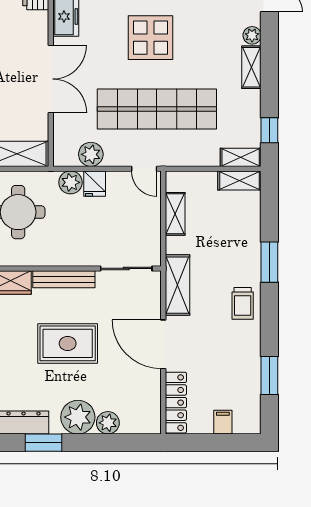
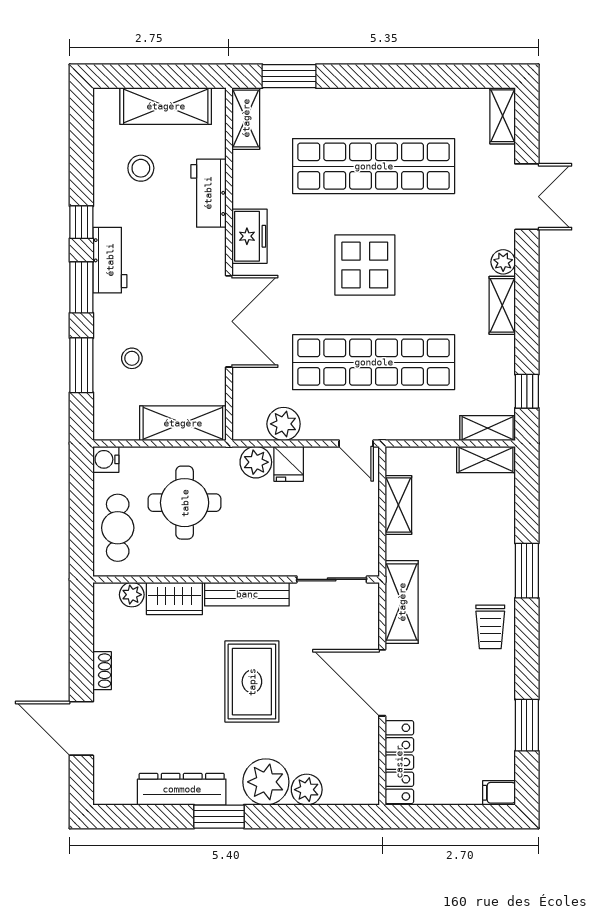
rug: (68, 343) -> (252, 682), turned 90
filing cabinet: (223, 422) -> (499, 793), moved, turned -90

